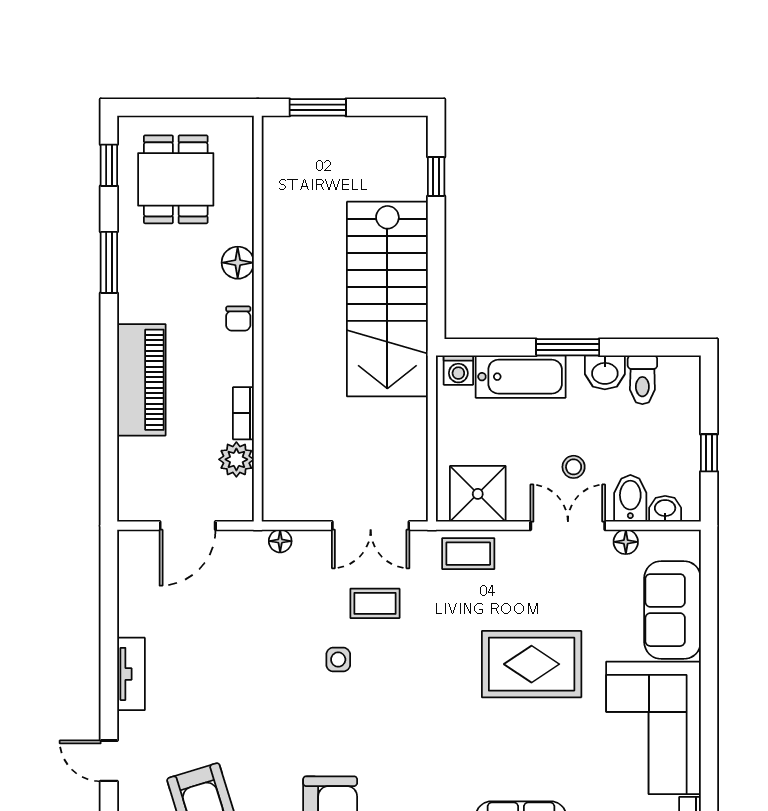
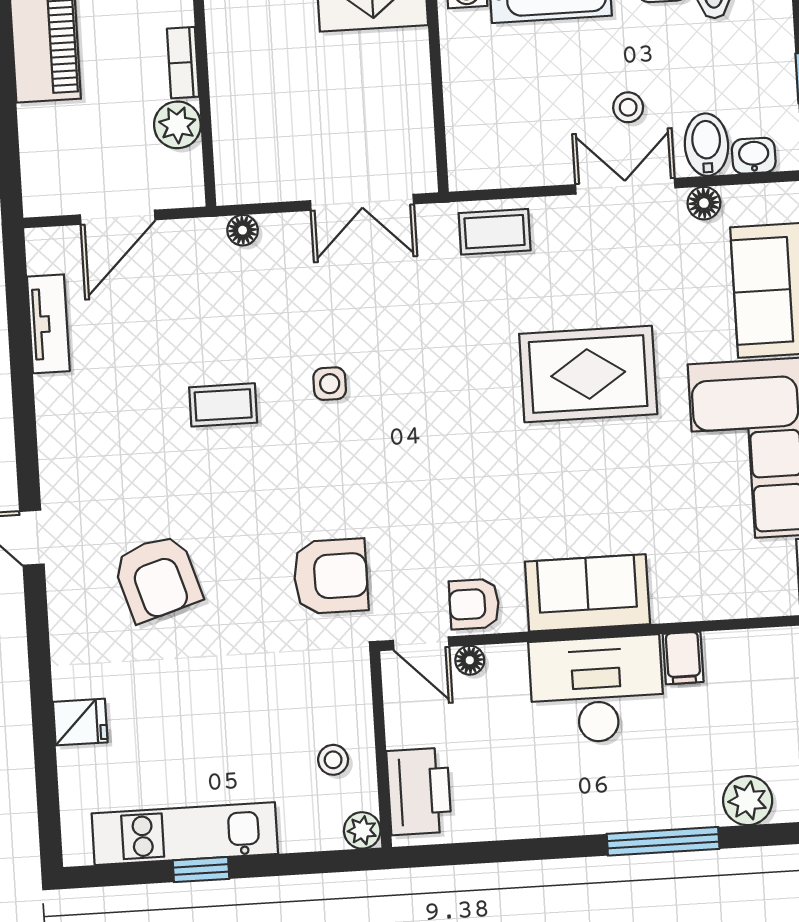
shower: (478, 494) -> (502, 151), removed
coffee table: (375, 603) -> (223, 405), moved
tv unit: (131, 674) -> (48, 324), moved

